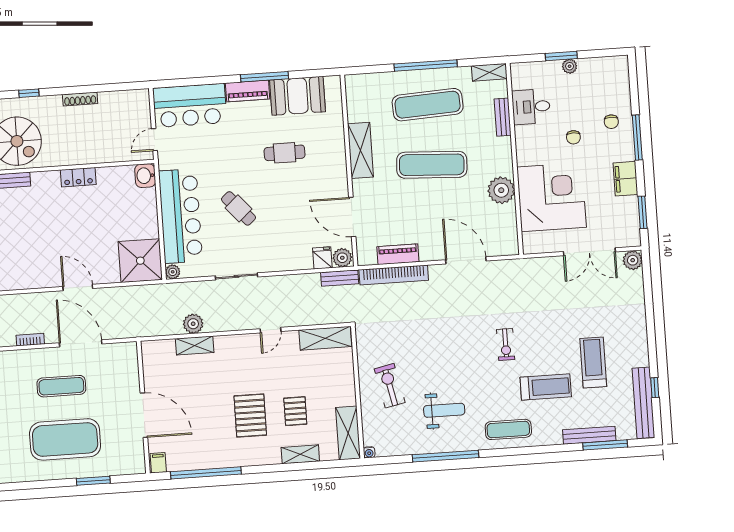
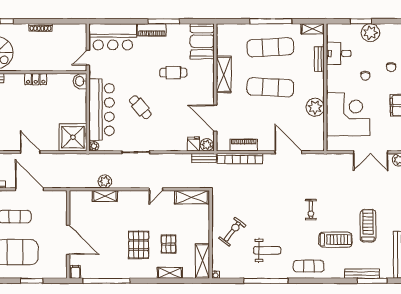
plant: (570, 66) -> (370, 33), width x1.88, depth x1.88
booth: (298, 96) -> (202, 41), moved, turned 90
exercise bike: (390, 386) -> (232, 232), turned 50

